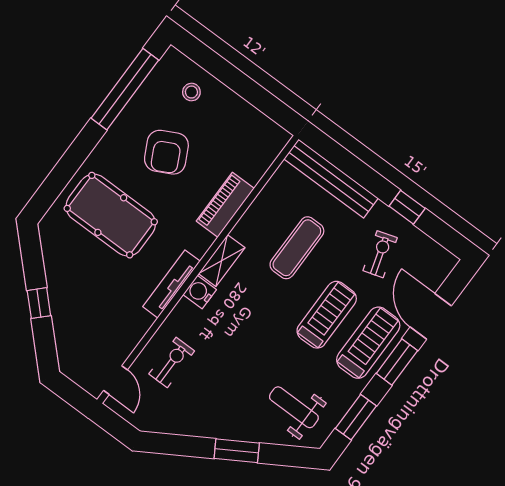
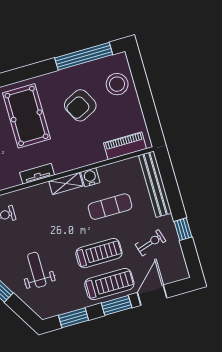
stool: (191, 92) -> (117, 84), width x1.89, depth x1.89
piano: (225, 205) -> (125, 146), moved
tv unit: (171, 284) -> (37, 174), width x0.71
water cooler: (200, 292) -> (90, 177), moved
weight bench: (294, 407) -> (37, 270), moved

